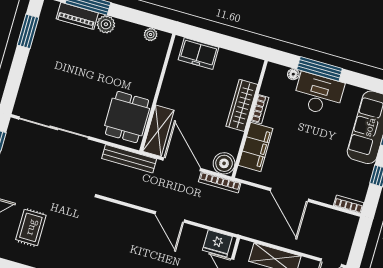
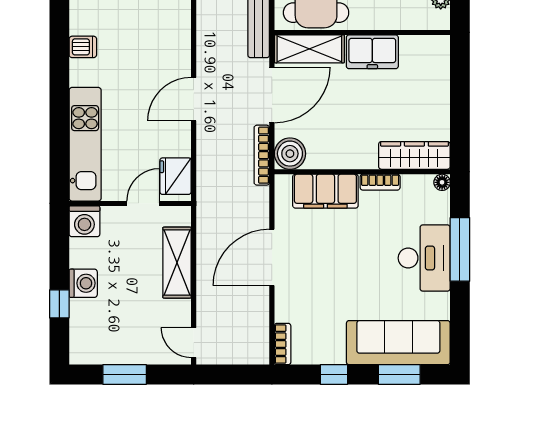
freezer: (199, 53) -> (372, 52), moved, turned -90
floor lamp: (293, 74) -> (442, 182), moved
wardrobe: (242, 105) -> (414, 155), moved

